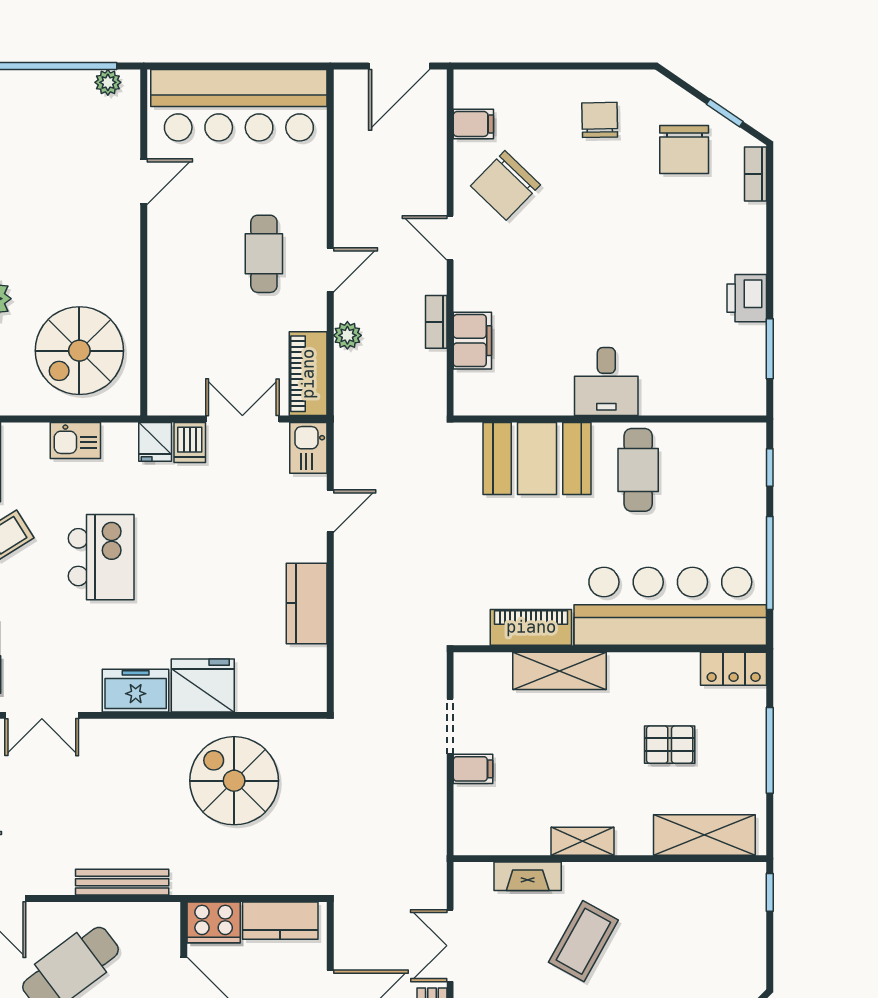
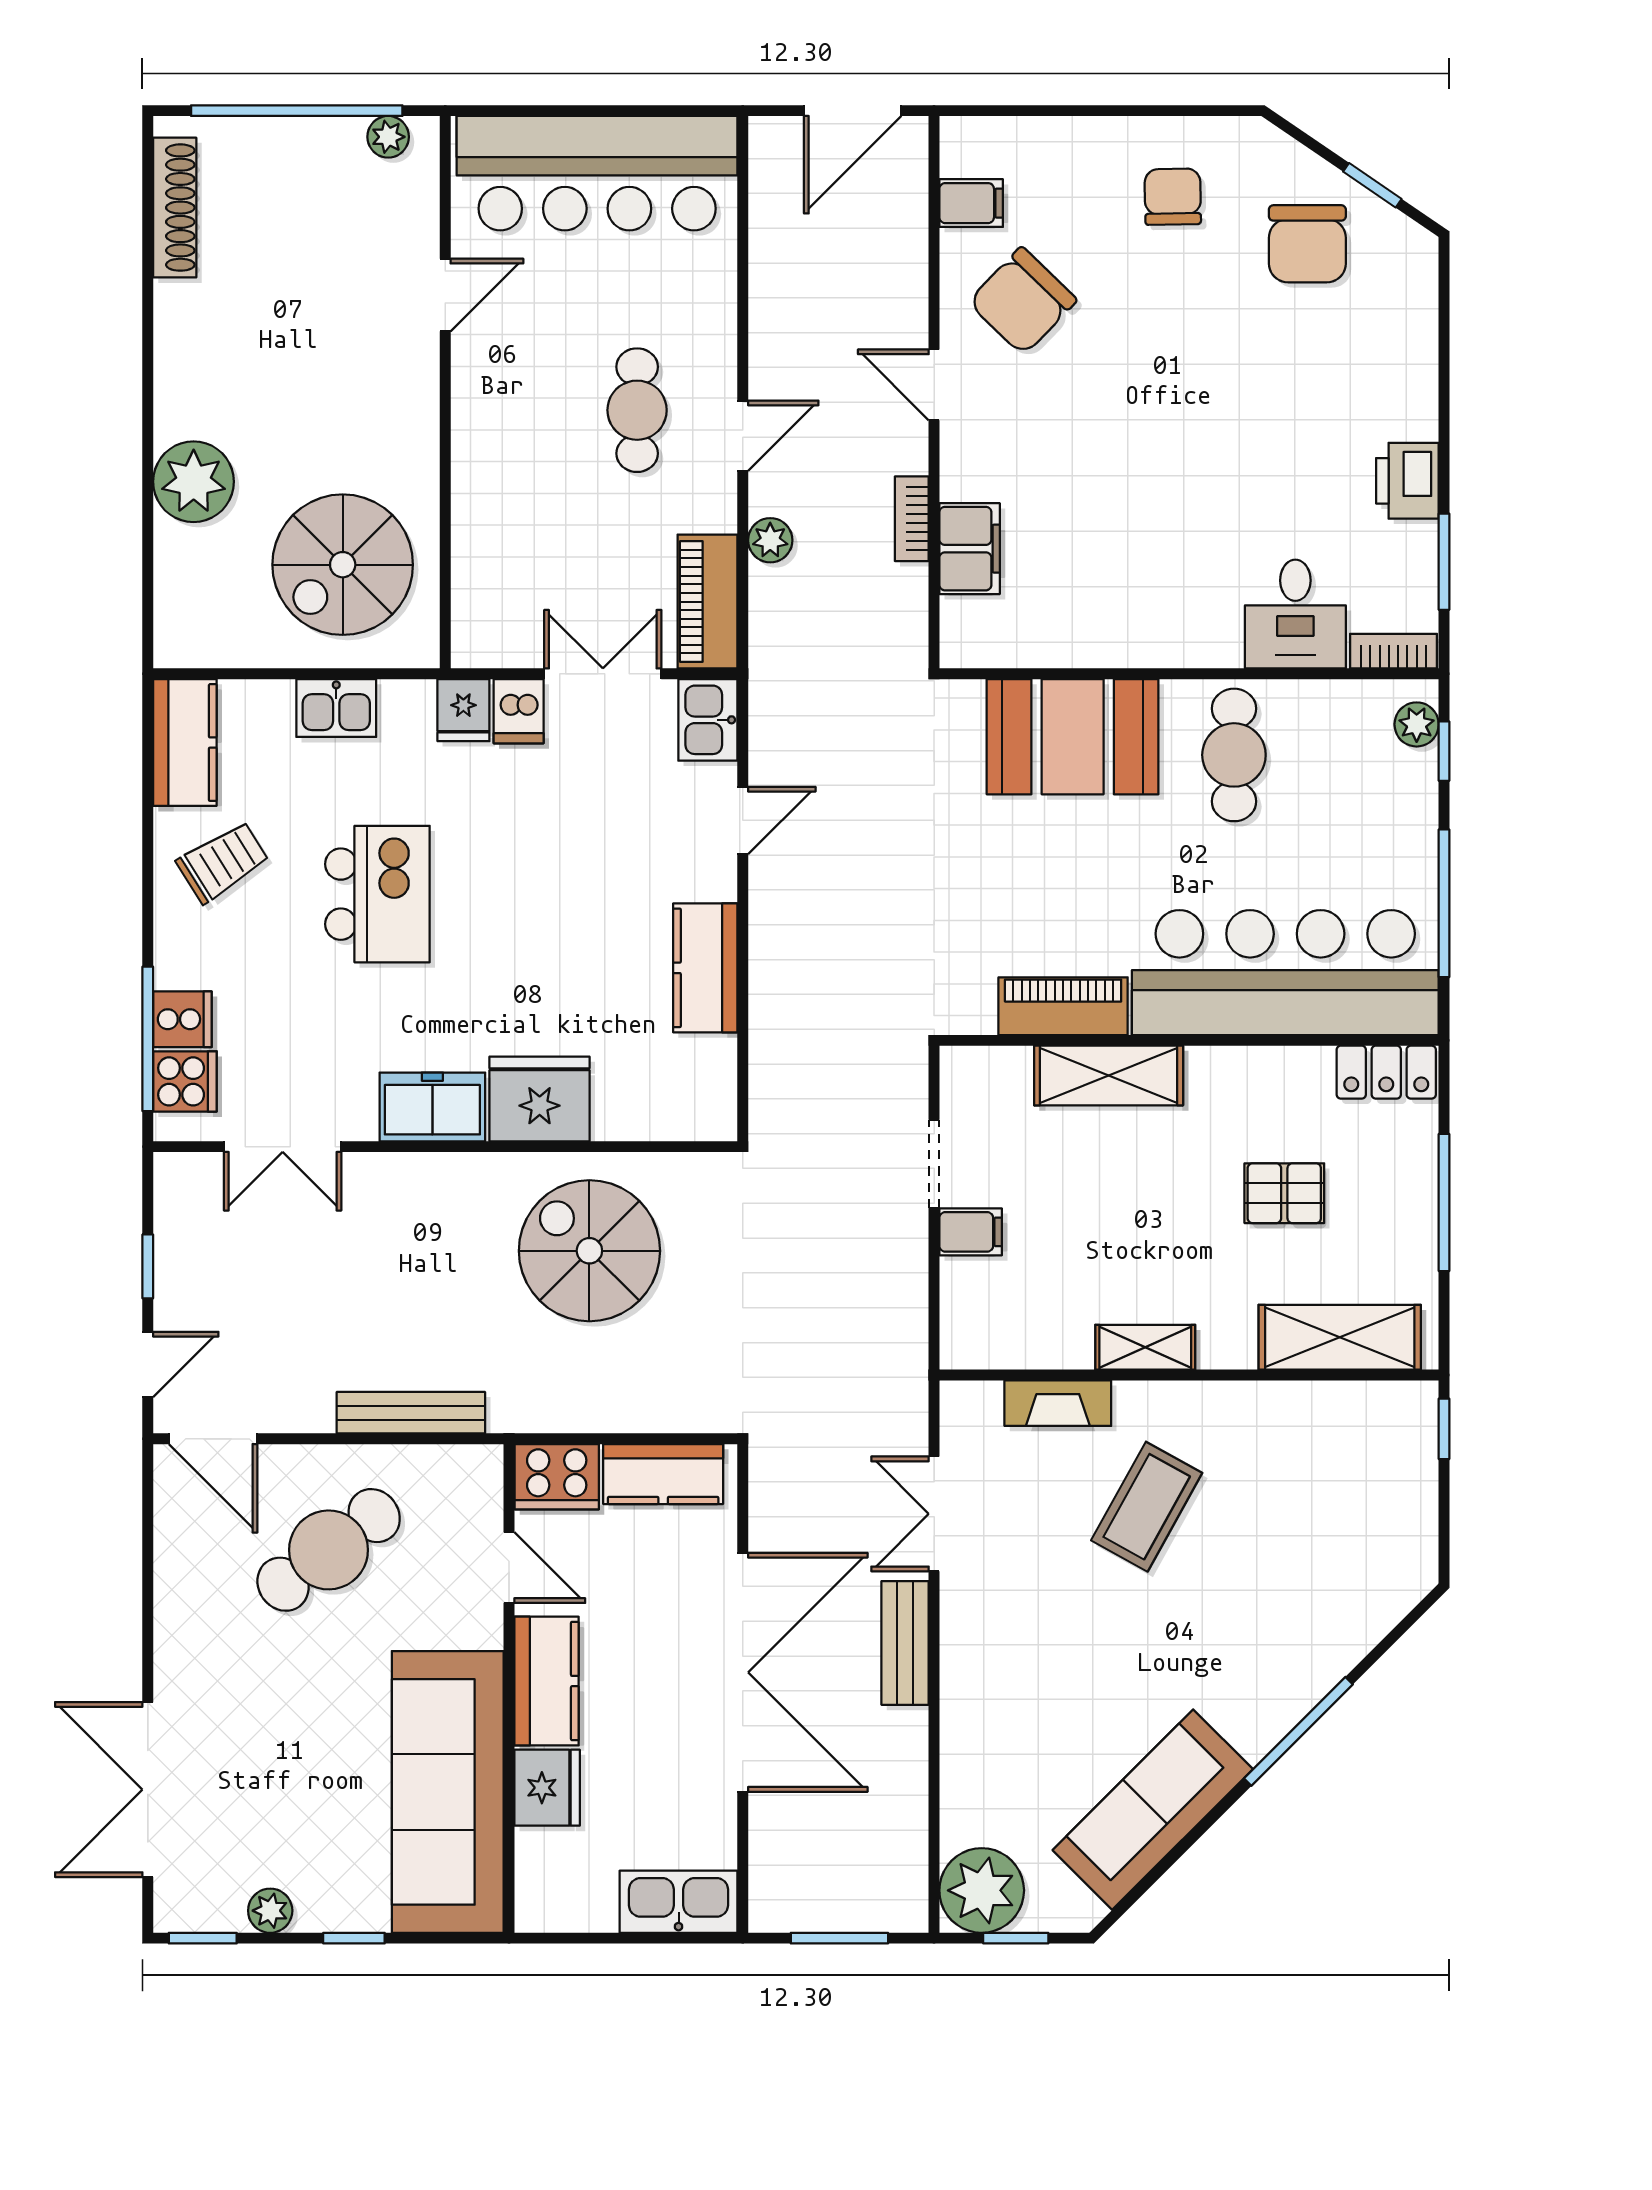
bookcase: (756, 174) -> (1394, 651), moved, turned 90
desk: (606, 382) -> (1295, 614), moved
plant: (753, 451) -> (1417, 724), added

